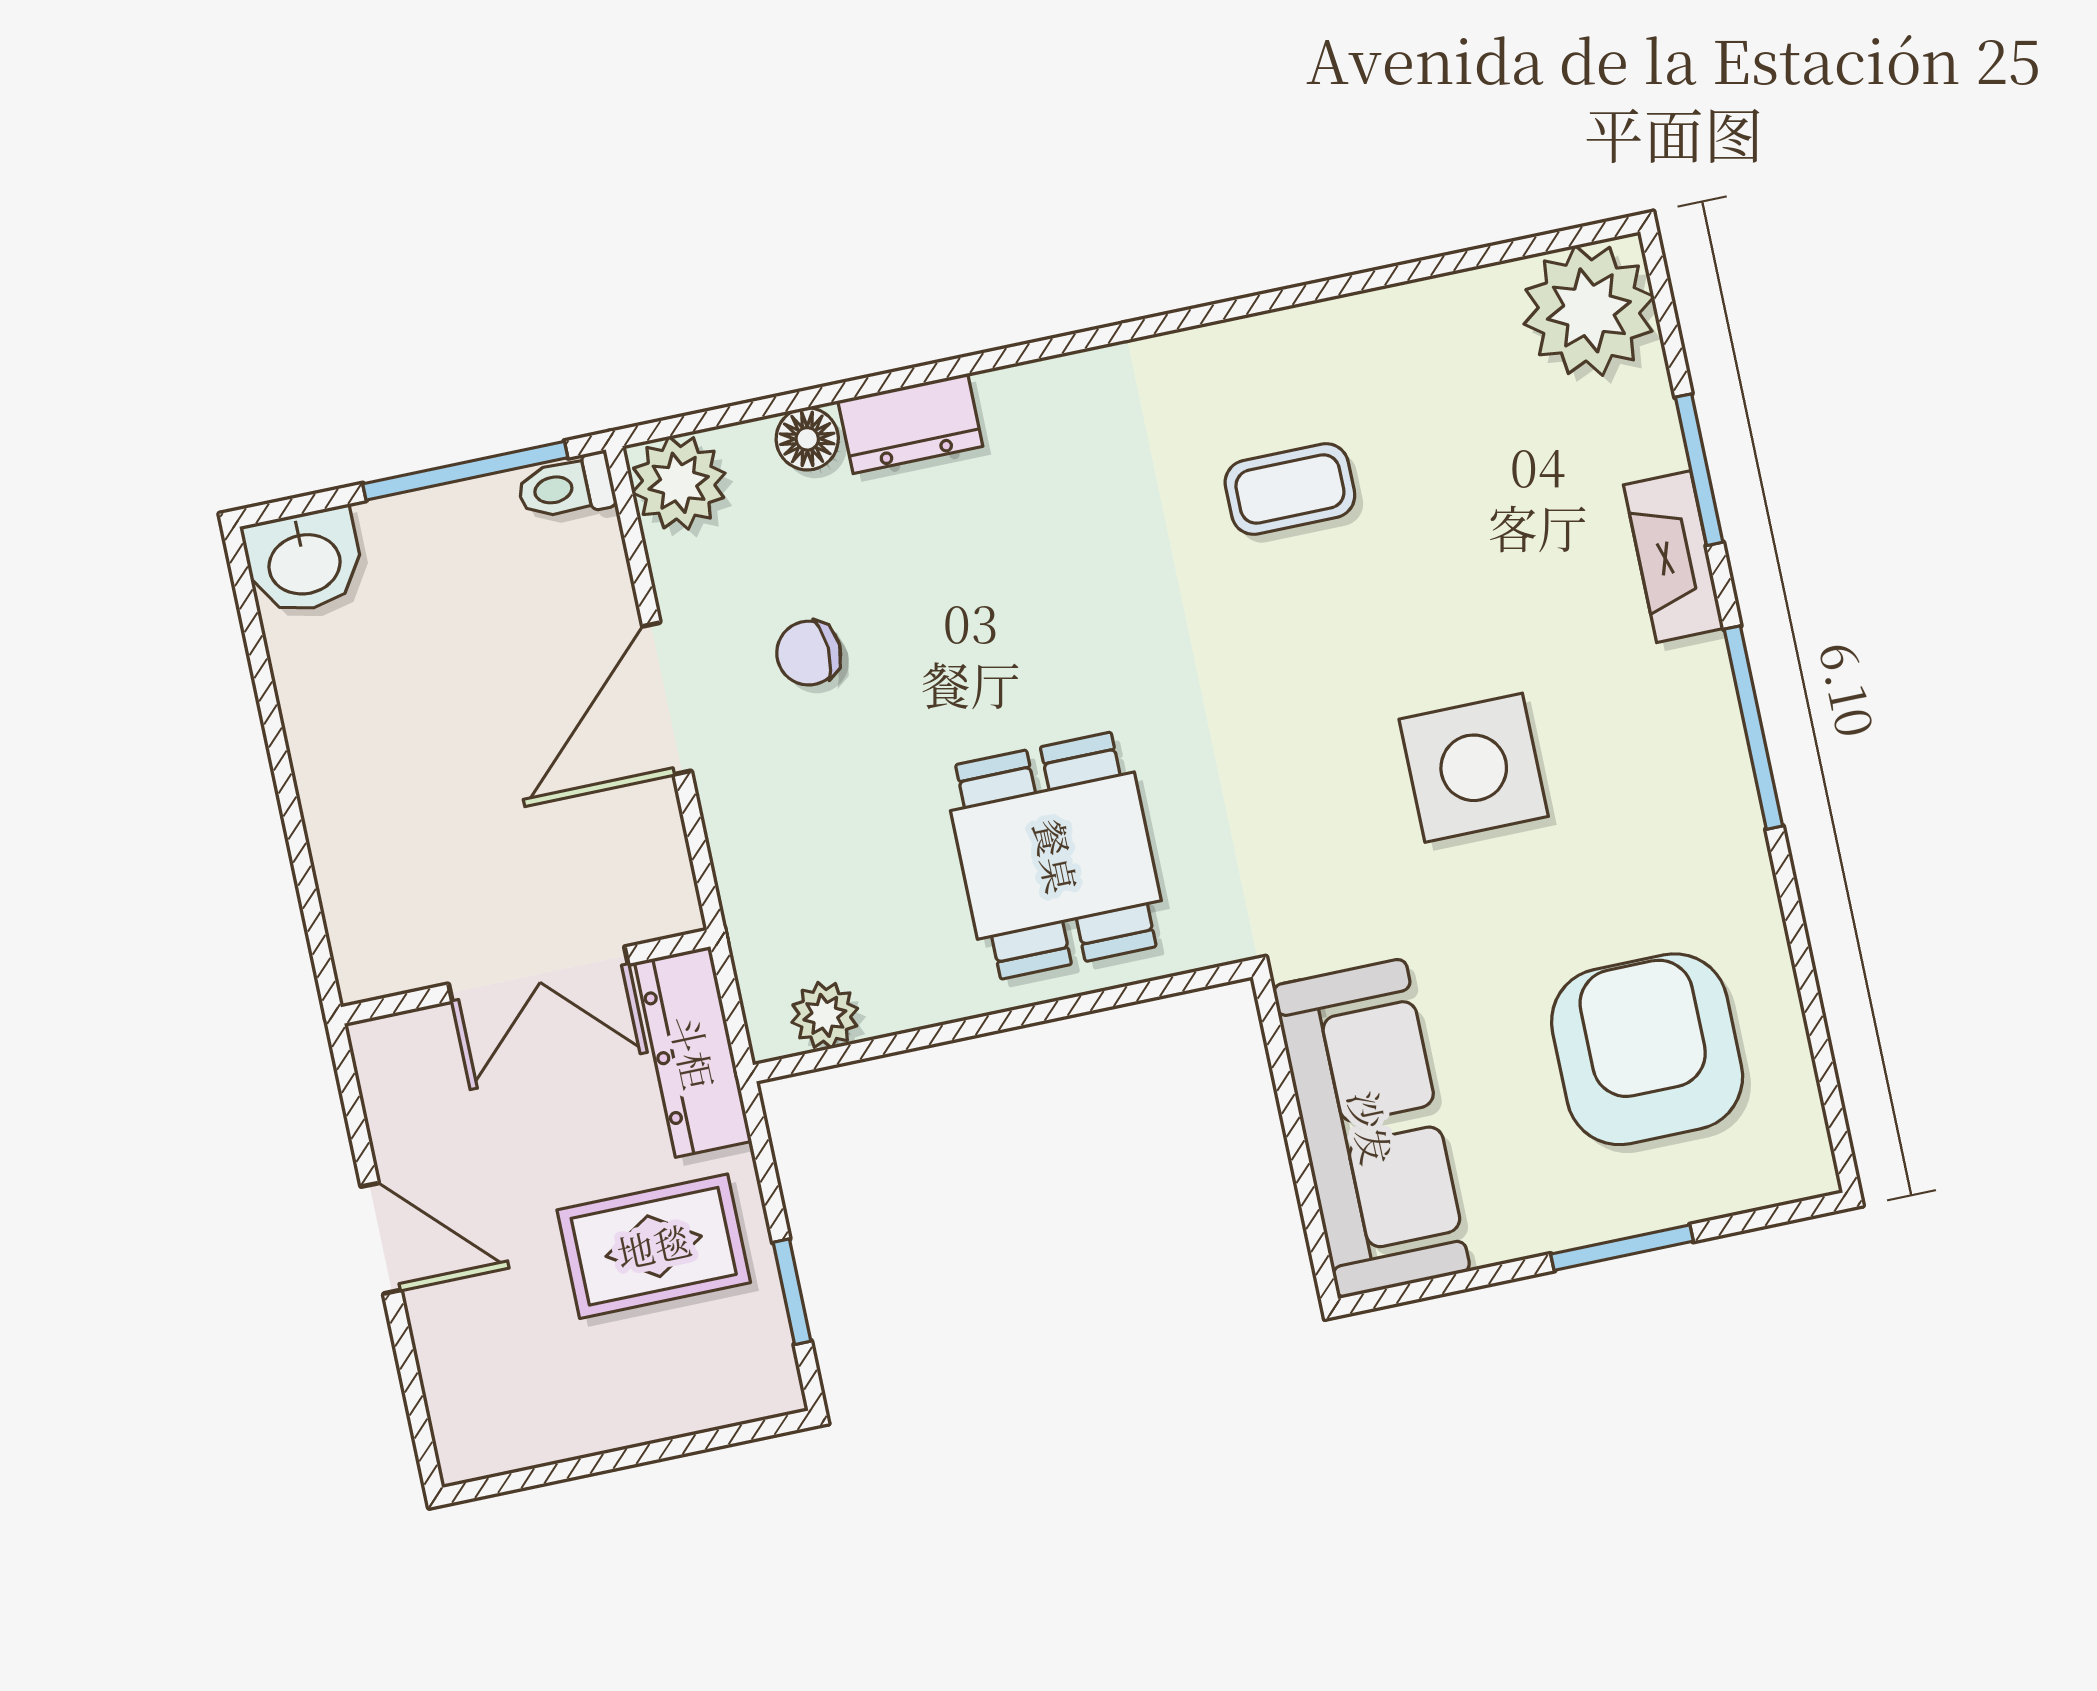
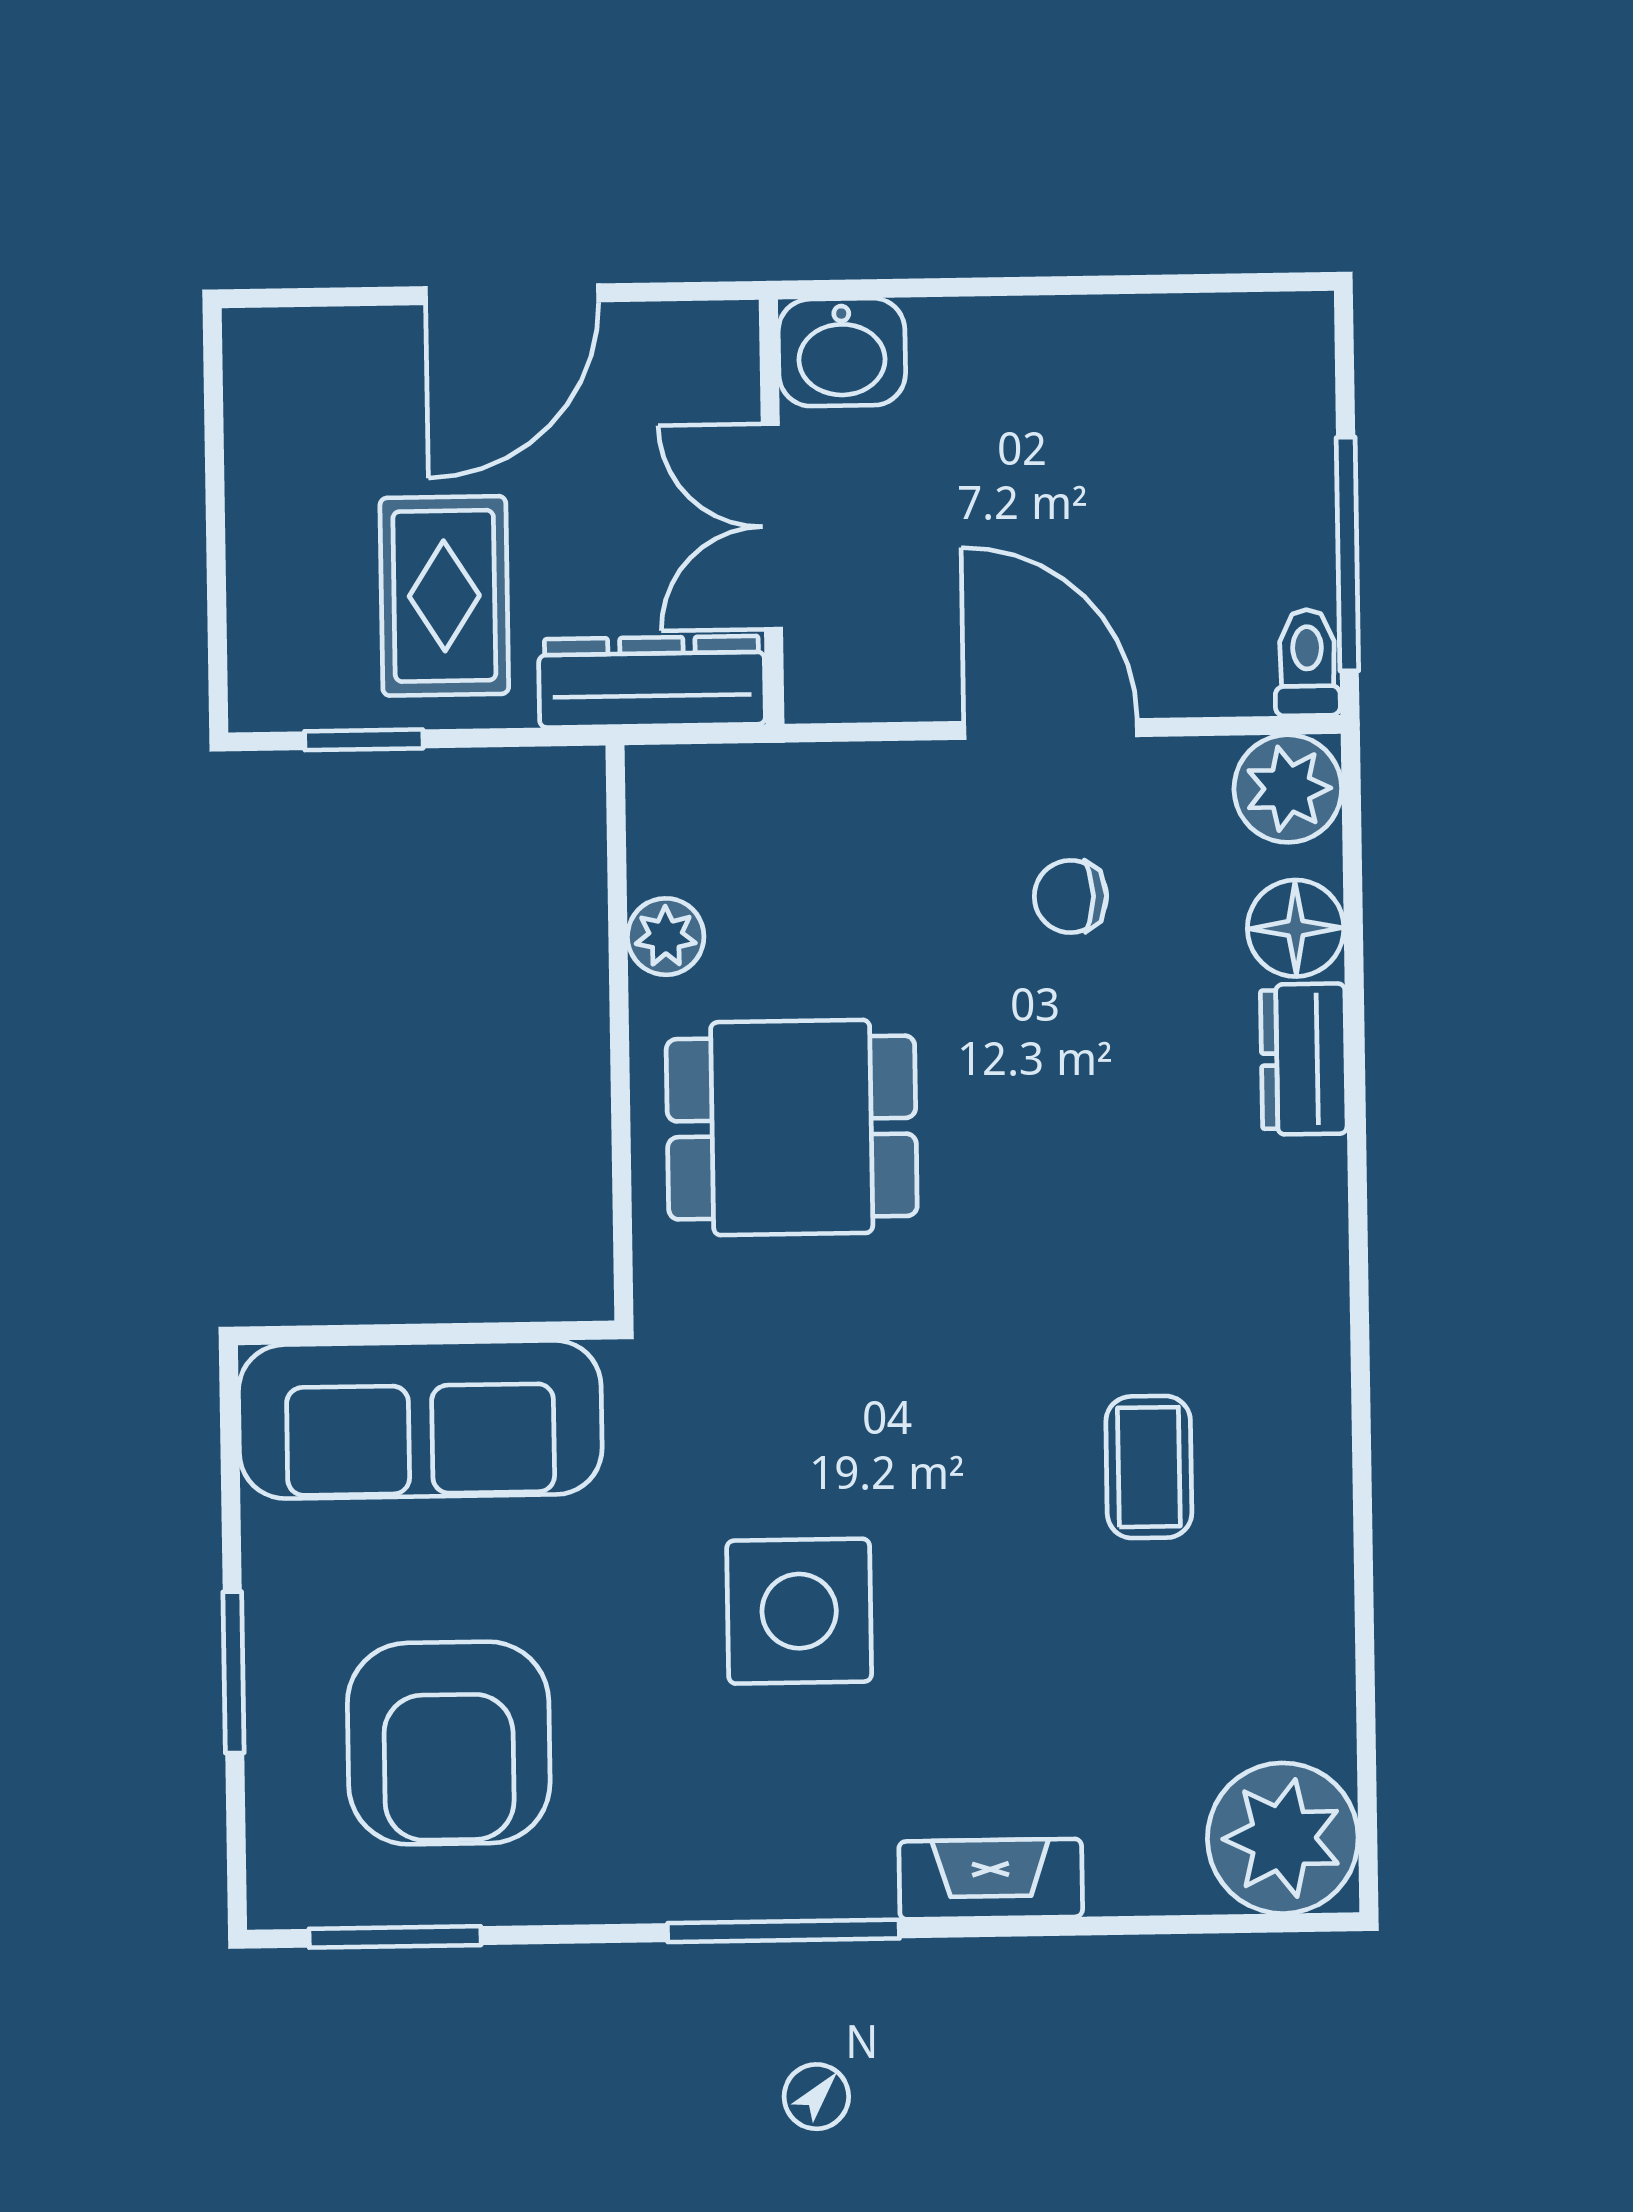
floor lamp: (807, 439) -> (1296, 928), width x1.37, depth x1.37
window: (1699, 470) -> (395, 1937), moved
washbasin: (304, 562) -> (842, 352), moved, turned -90
chair: (809, 653) -> (1070, 896), turned -87
plant: (825, 1015) -> (666, 937), moved
armchair: (1647, 1049) -> (449, 1743), turned 90
door: (381, 1238) -> (512, 294), width x1.38

